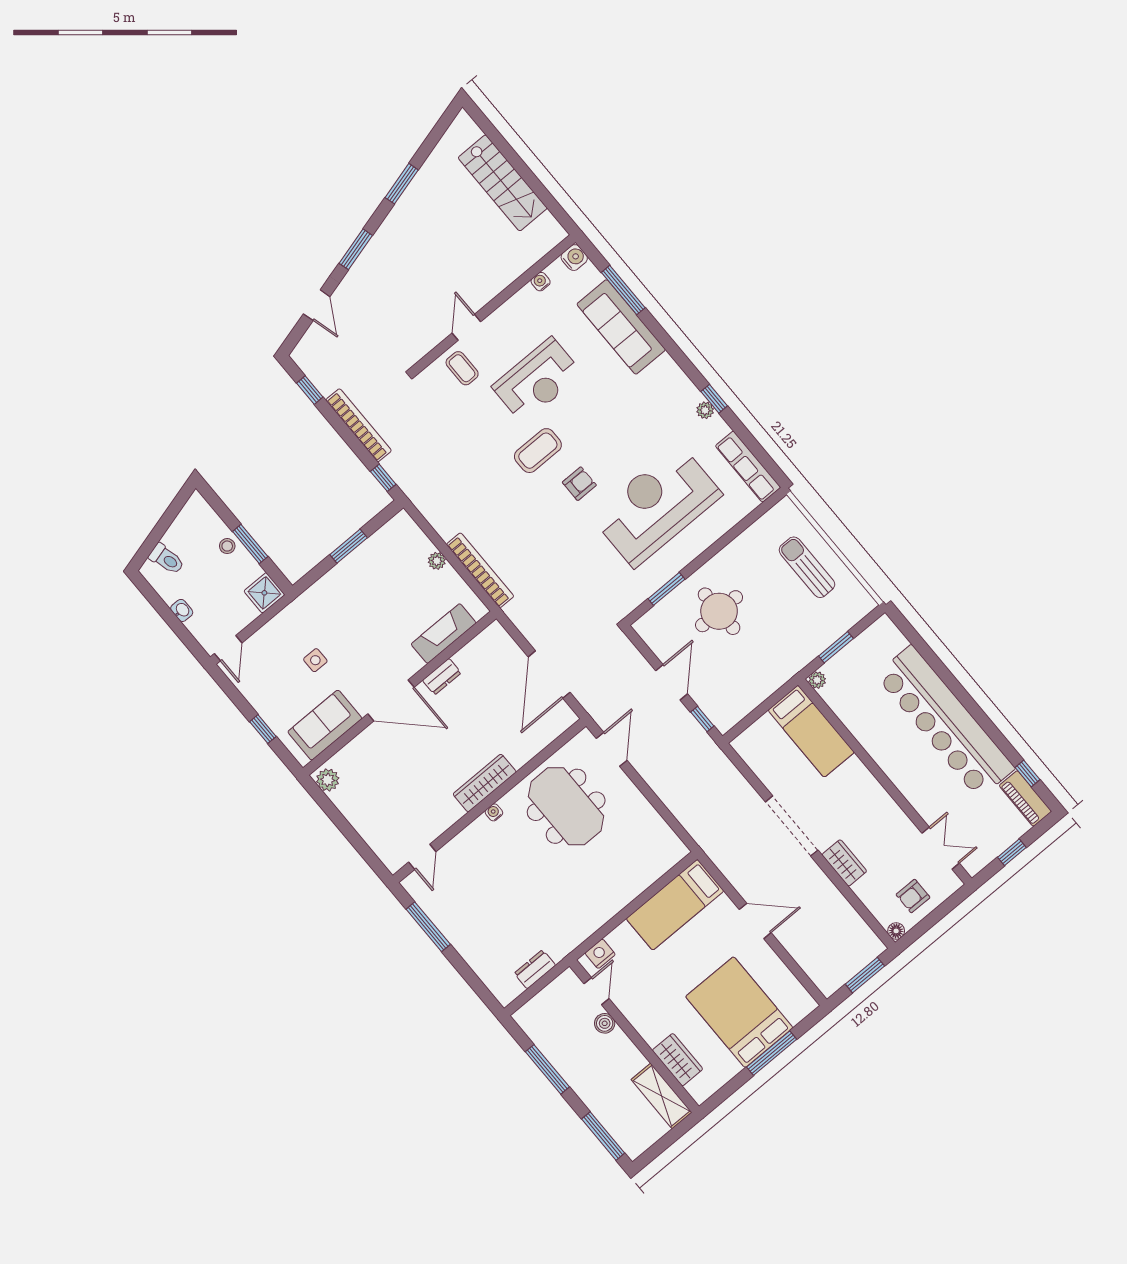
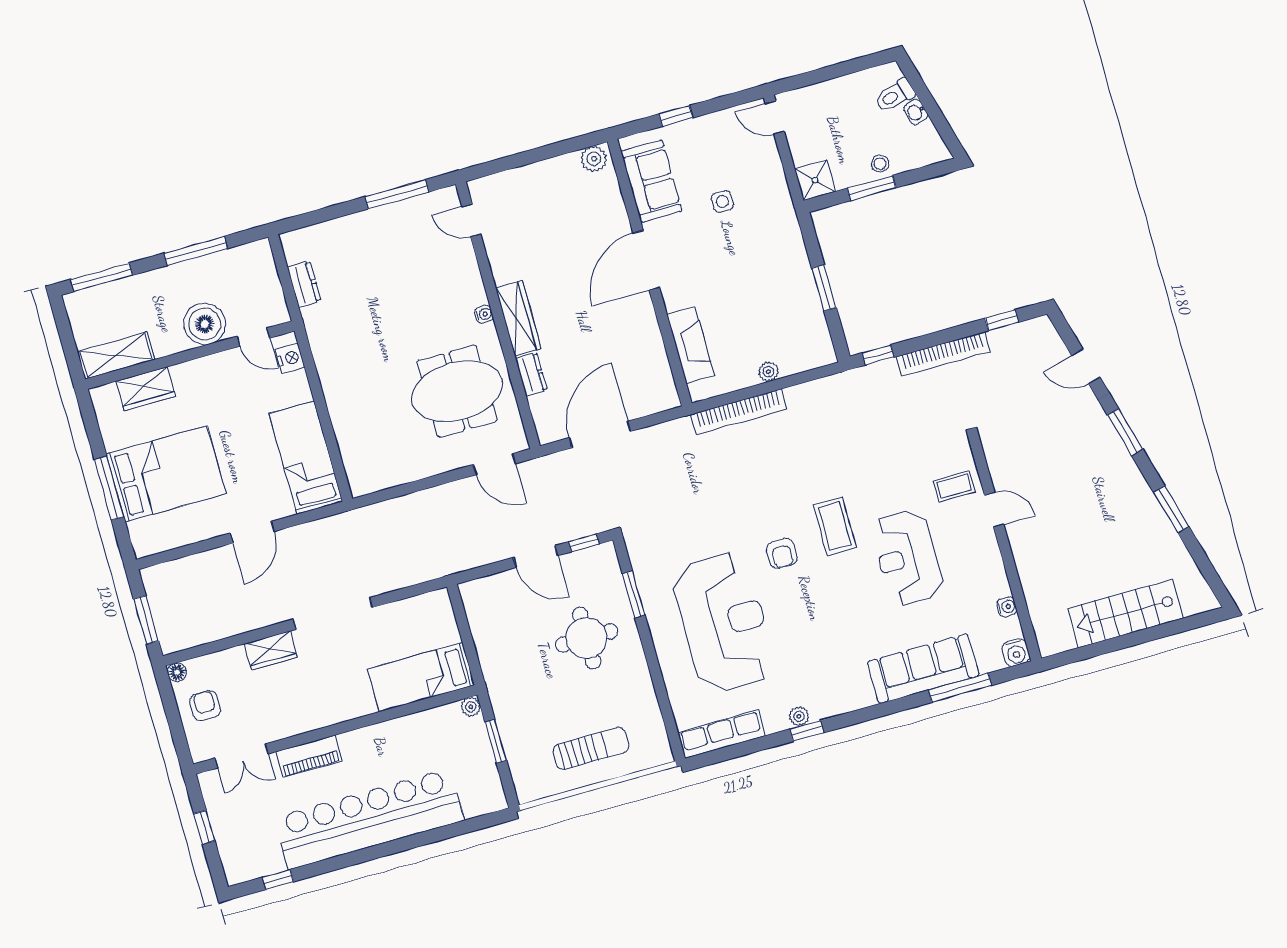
washbasin: (182, 610) -> (916, 112), moved, turned 75
door: (549, 675) -> (600, 435), hinge flipped
dresser: (442, 677) -> (531, 374), moved, turned 180
window: (702, 719) -> (584, 543), moved
piano: (1025, 798) -> (309, 756), moved, turned 180
boiler: (605, 1023) -> (205, 324), width x1.86, depth x1.86

